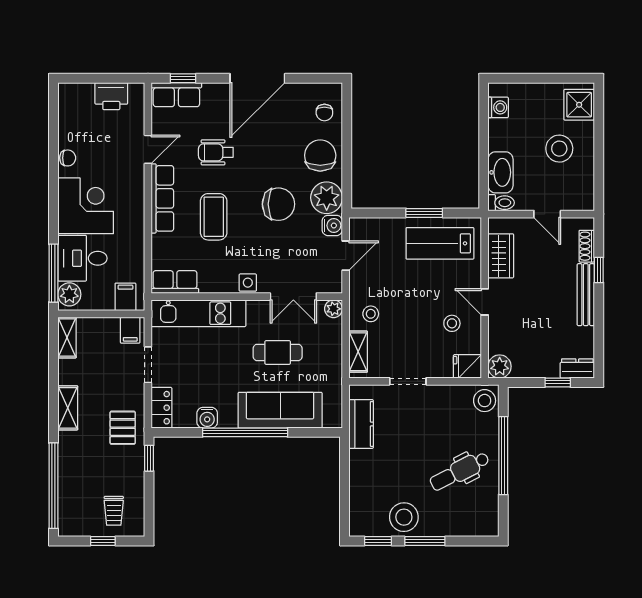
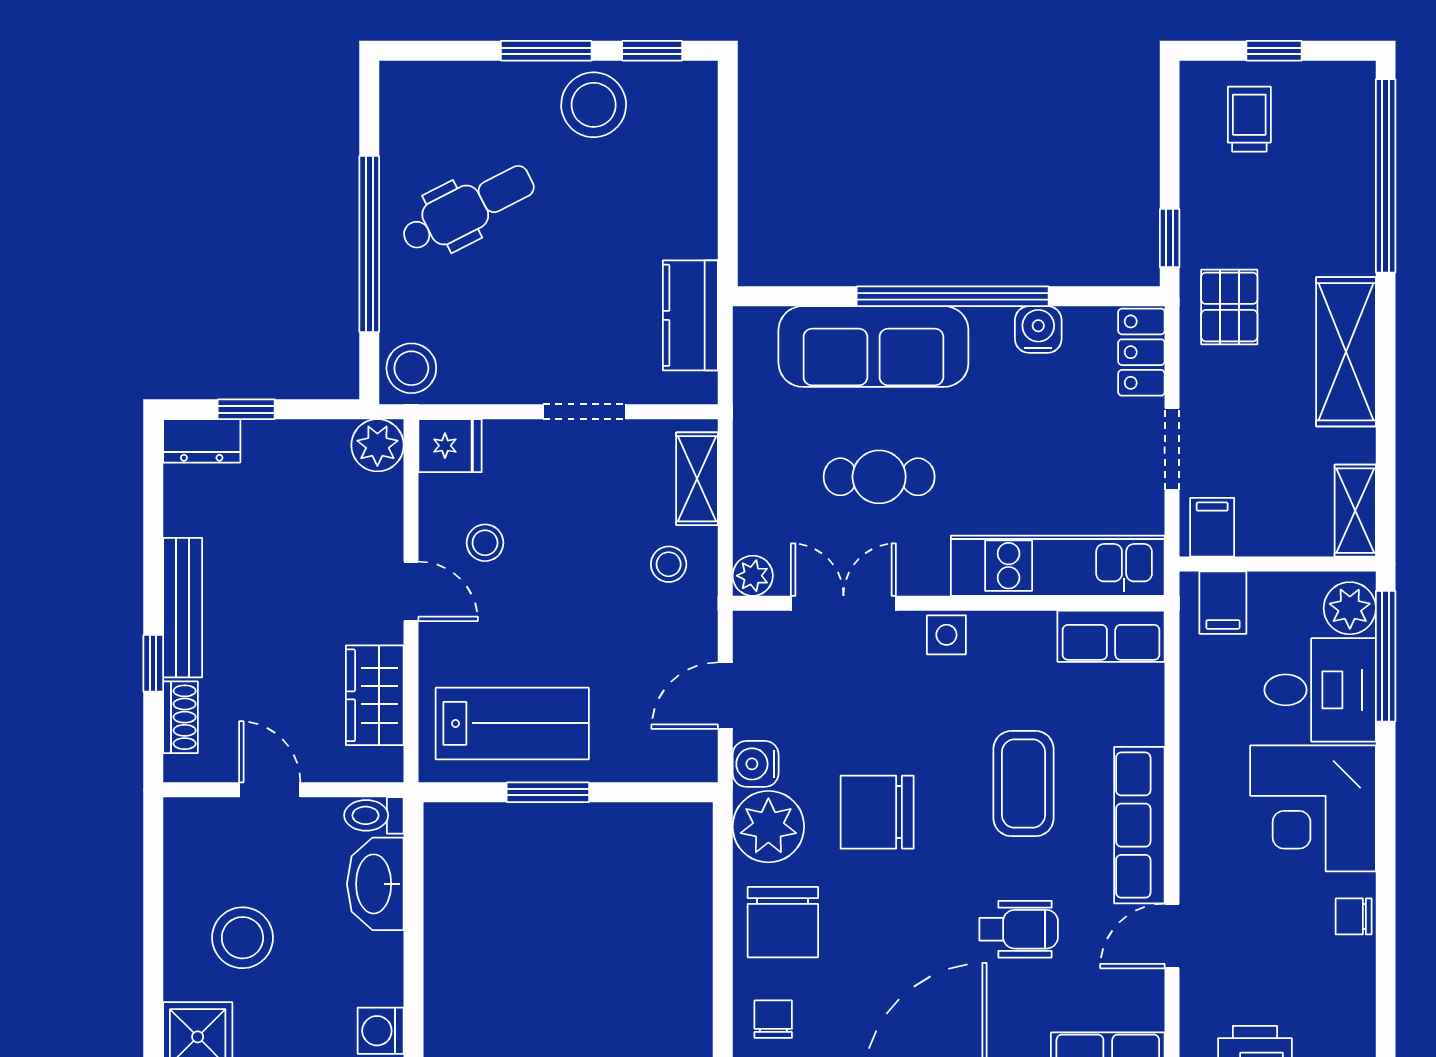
shelving: (68, 408) -> (1346, 352), width x1.50, depth x1.33

